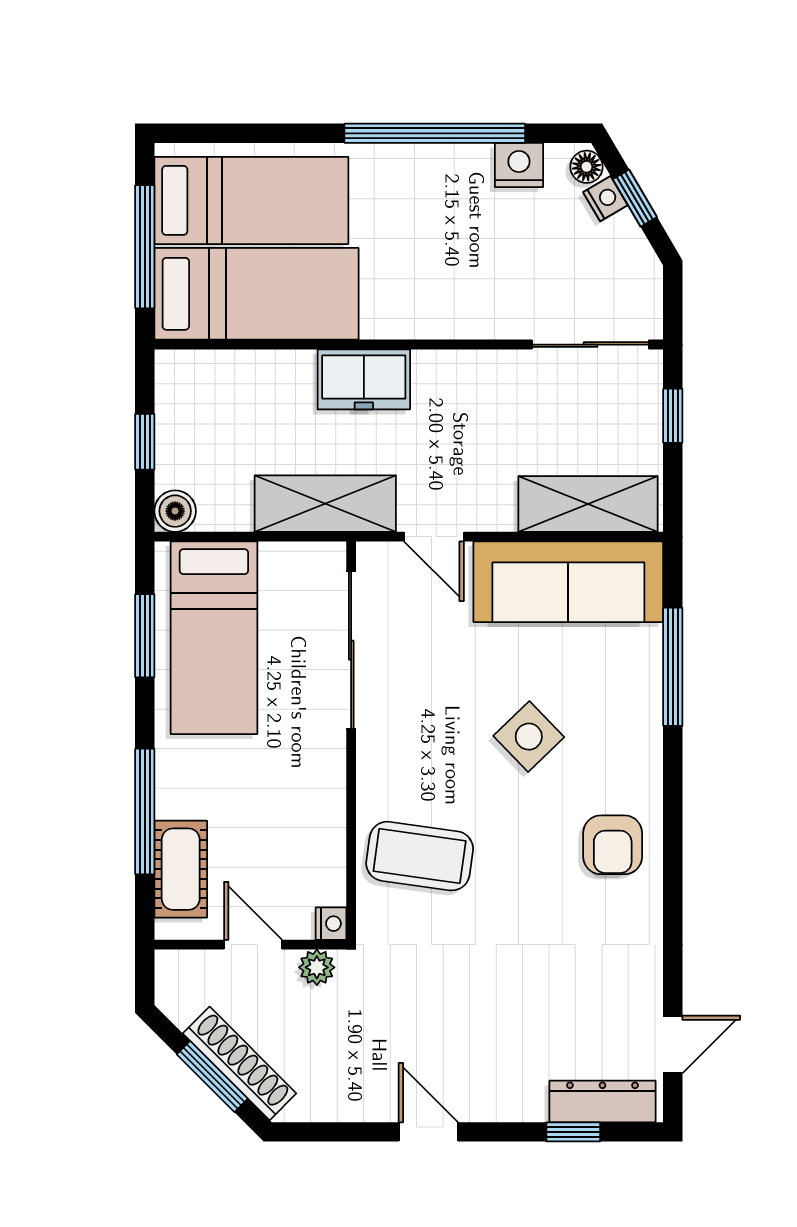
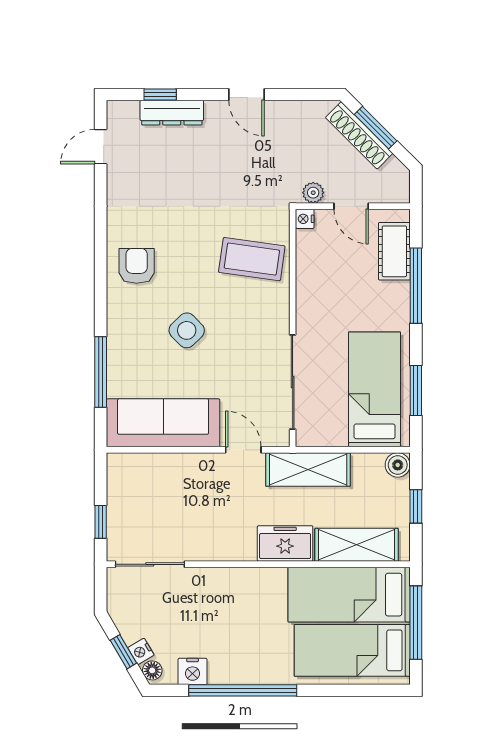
shelving: (588, 504) -> (357, 545), moved
dresser: (602, 1102) -> (172, 113), moved

